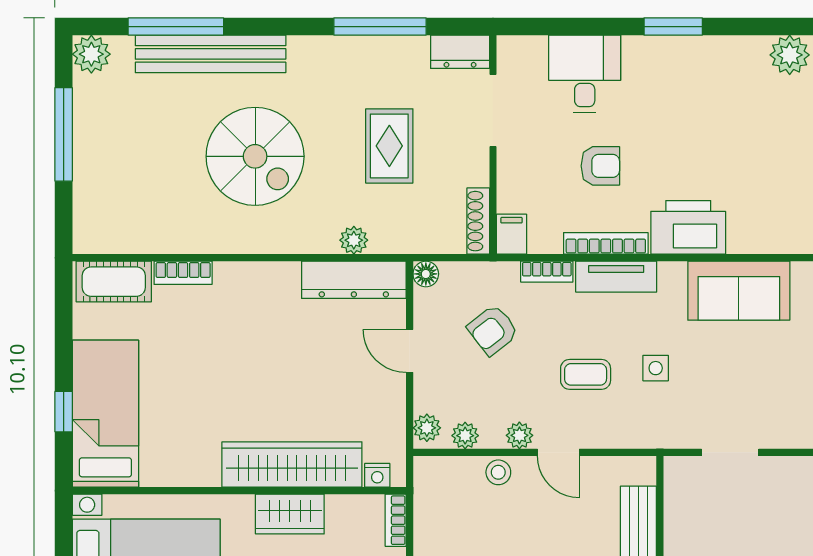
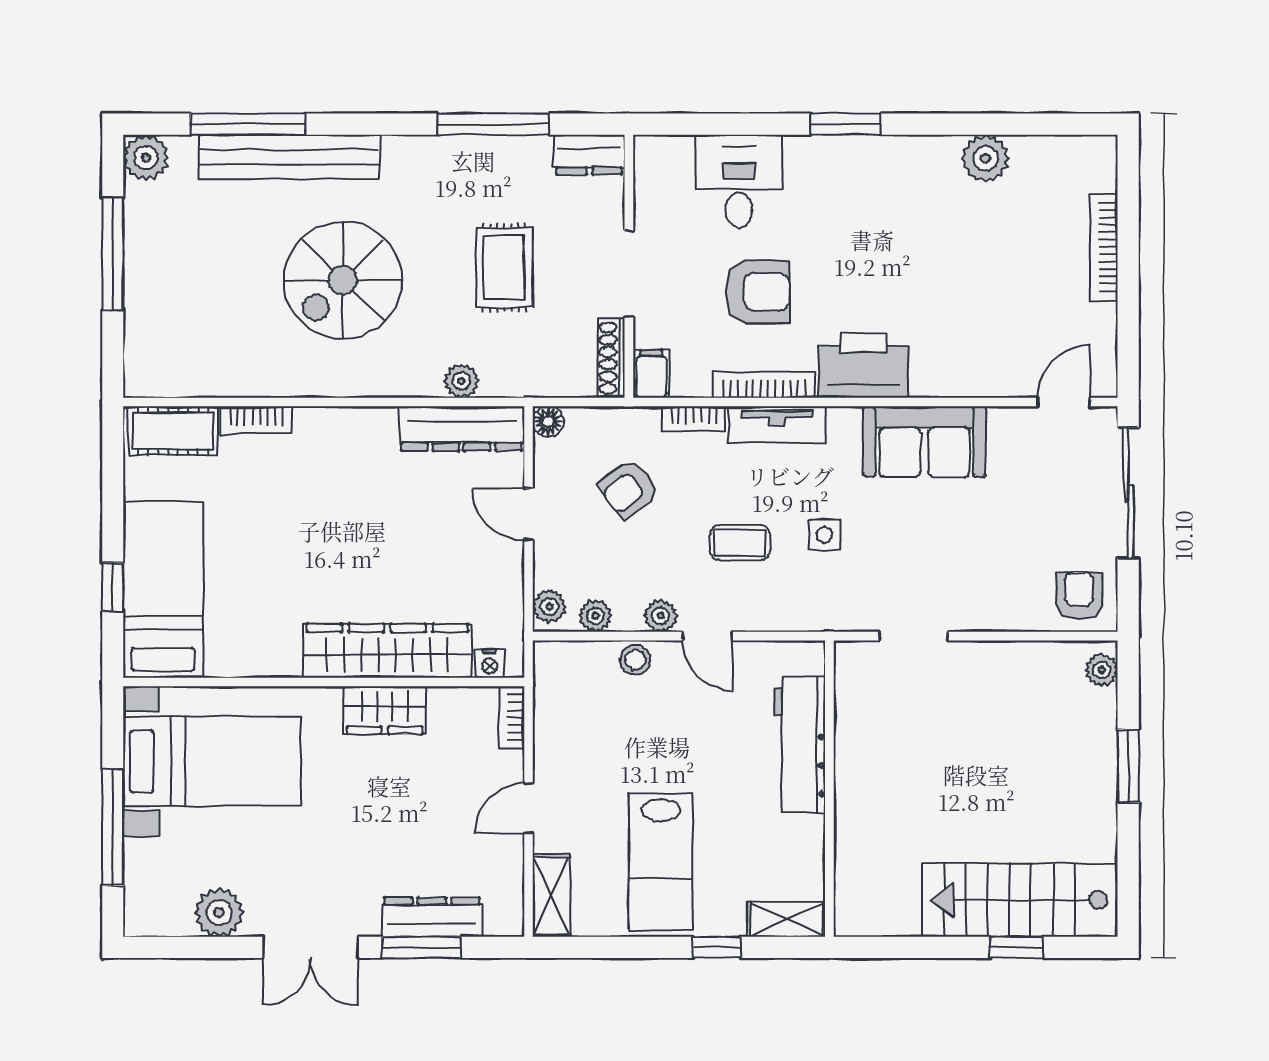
doorway: (493, 110) -> (629, 274), moved
spiral stairs: (255, 156) -> (343, 280), turned 90
armchair: (600, 166) -> (758, 292), width x1.38, depth x1.38

